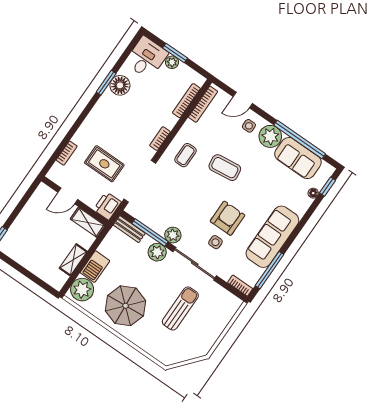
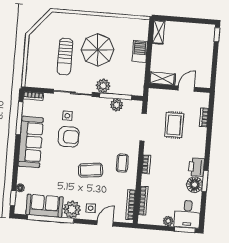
window: (175, 53) -> (185, 230), moved
rug: (104, 164) -> (174, 125), turned 90
doorway: (140, 181) -> (143, 127), width x0.73
printer: (107, 206) -> (196, 167), moved, turned 180
armchair: (227, 218) -> (69, 137), turned -90
bench: (129, 229) -> (131, 90), removed
plant: (173, 235) -> (117, 105), moved
shelving: (73, 260) -> (158, 32), moved
plant: (82, 290) -> (139, 31), removed
parasol: (126, 306) -> (98, 50), moved

